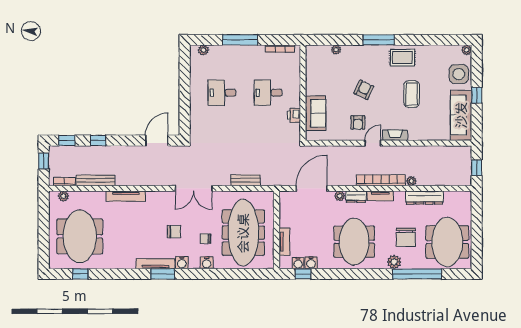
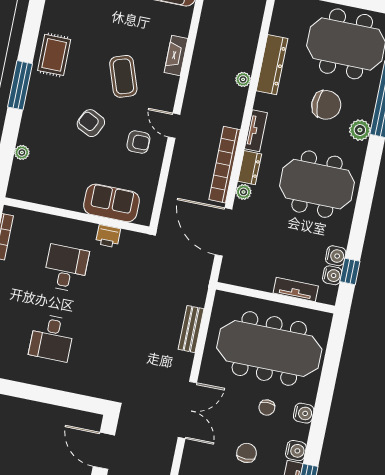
desk: (268, 93) -> (66, 268), turned 180
coffee table: (412, 94) -> (123, 76), moved, turned 71
fireplace: (395, 135) -> (176, 55), moved
bookcase: (381, 180) -> (225, 165), moved

